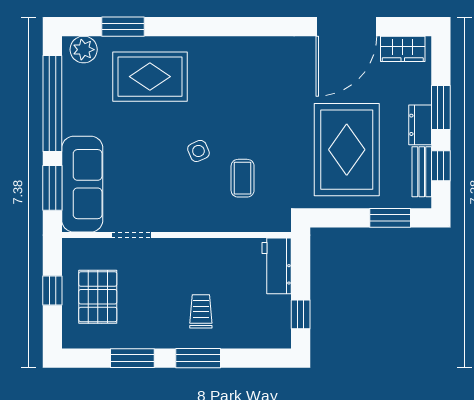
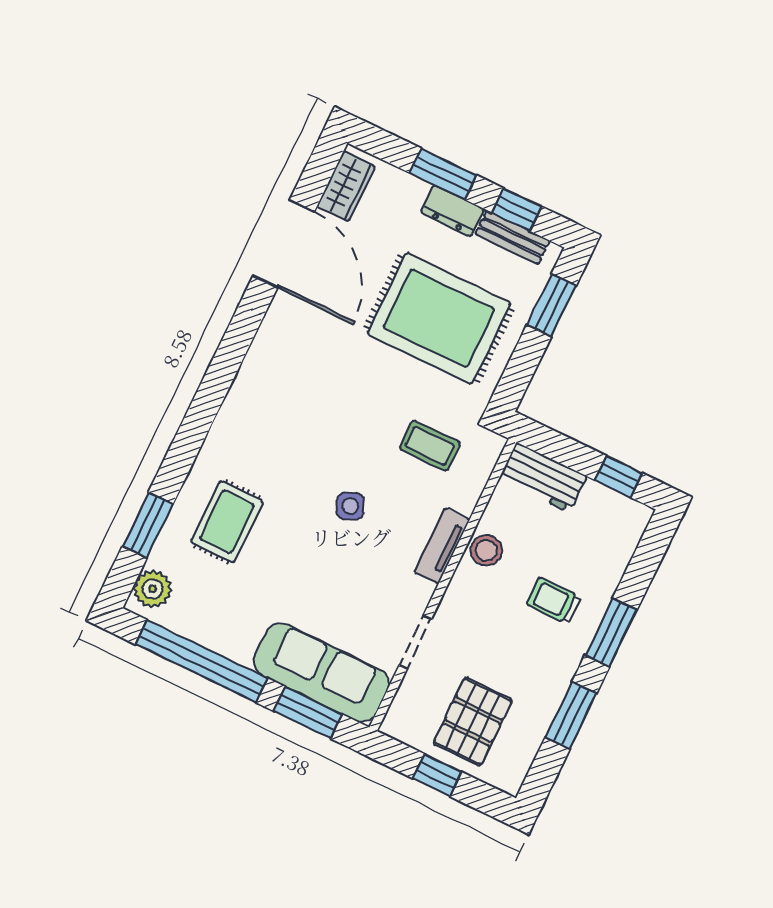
rug: (150, 77) -> (227, 522), width x0.73, depth x0.70
coffee table: (243, 178) -> (430, 446), moved
tv unit: (201, 222) -> (442, 546), added
stool: (212, 252) -> (486, 550), added
pallet: (98, 297) -> (473, 722), turned 90

